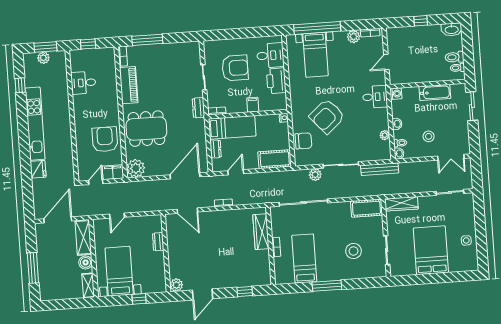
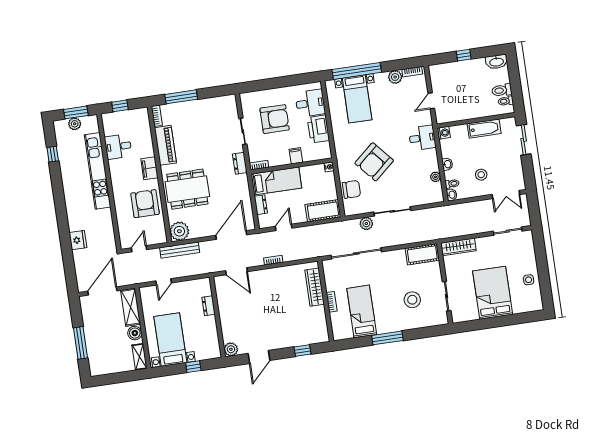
kitchen unit: (35, 124) -> (98, 171), moved, turned 180
bench: (380, 169) -> (180, 250), moved
filing cabinet: (113, 172) -> (149, 168), moved, turned -90

